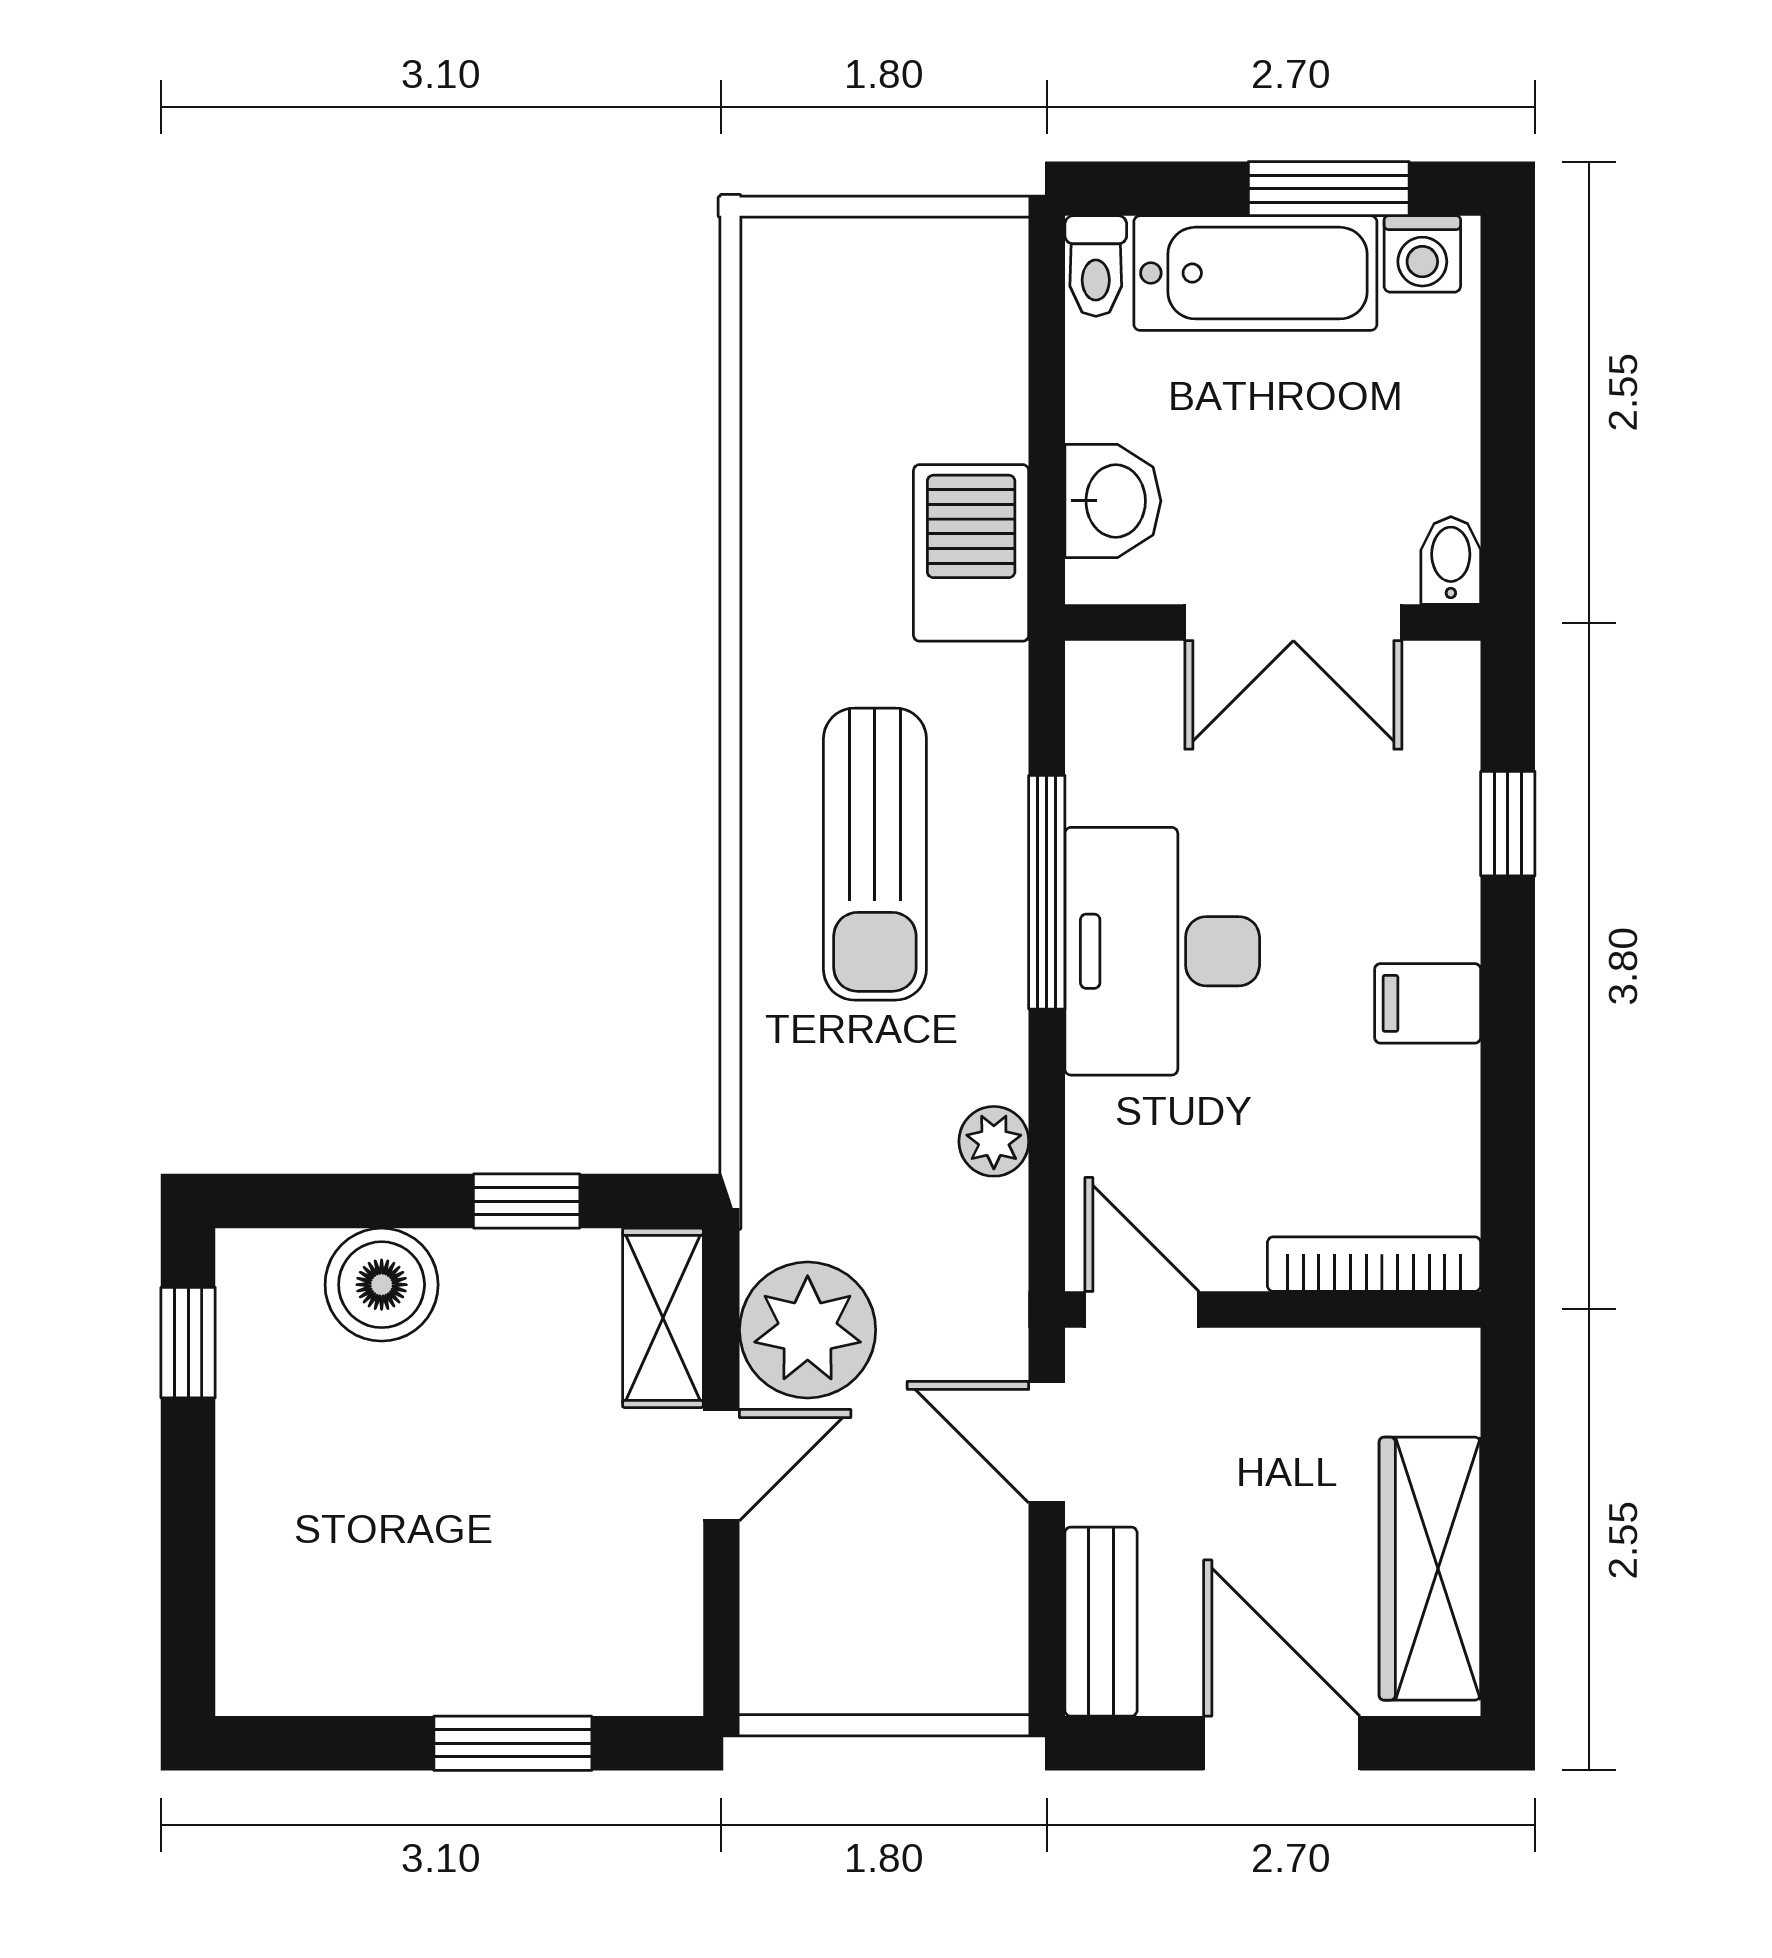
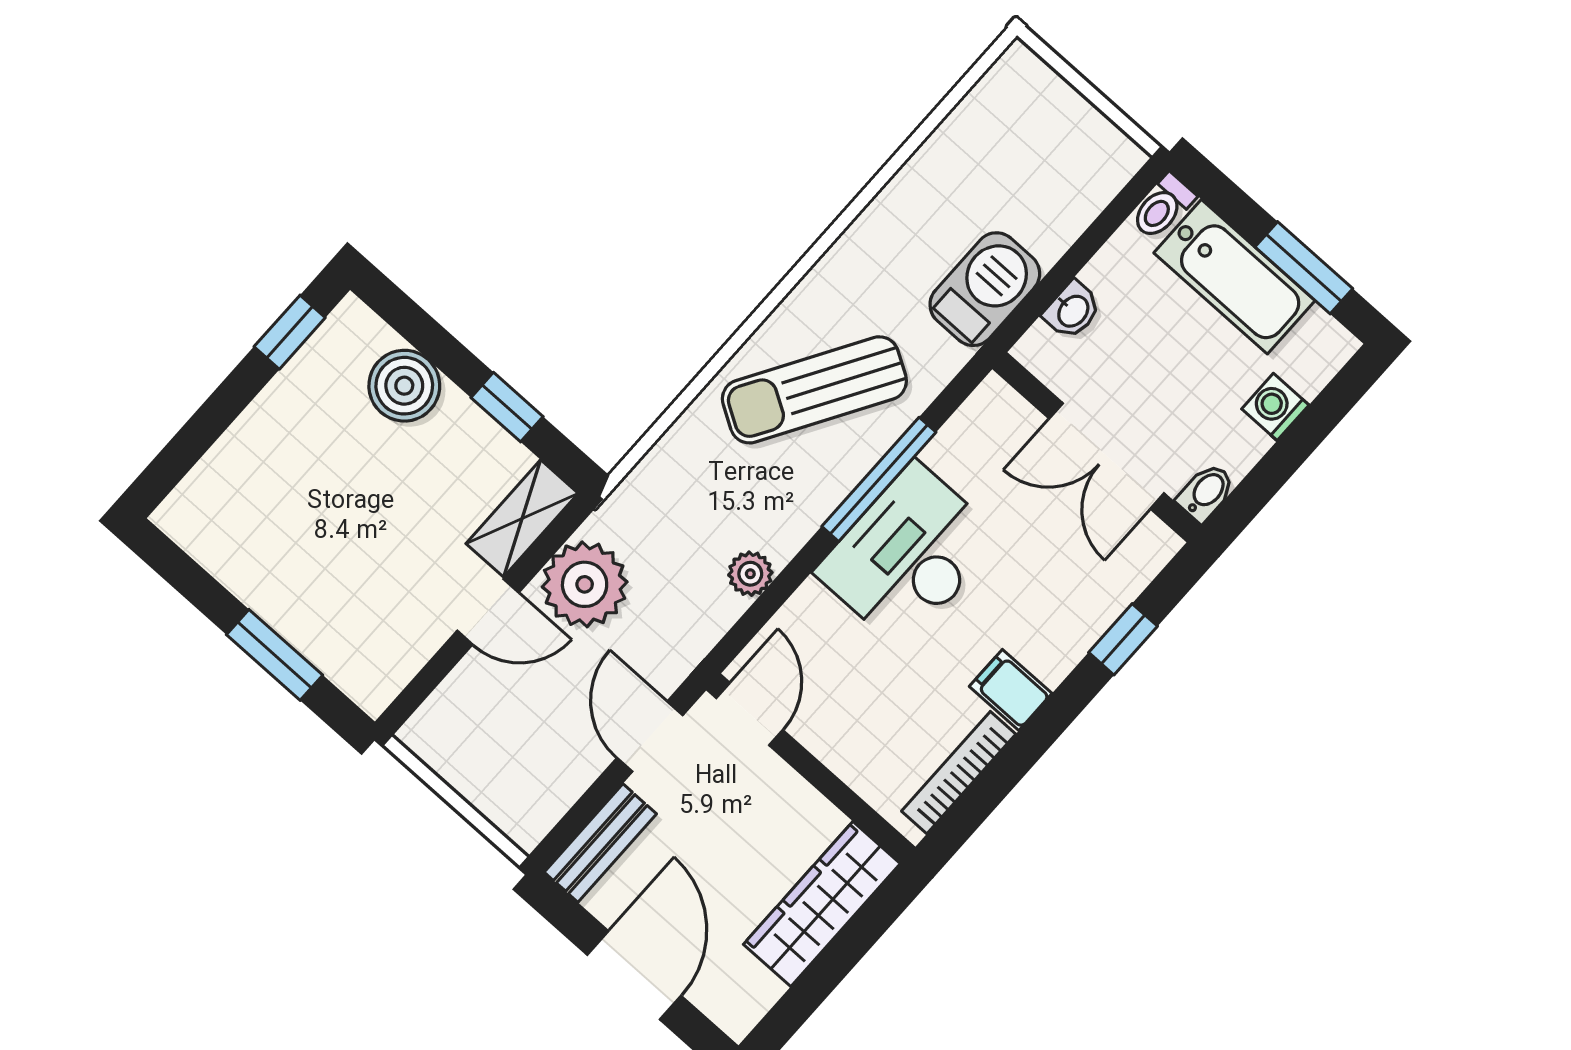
washing machine: (1422, 254) -> (1275, 407), moved, turned 90
washbasin: (1113, 501) -> (1072, 310), width x0.72, depth x0.69
sun lounger: (875, 854) -> (814, 390), turned 31
bookcase: (1374, 1264) -> (959, 773), moved, turned -90
wardrobe: (1430, 1569) -> (822, 904), moved

